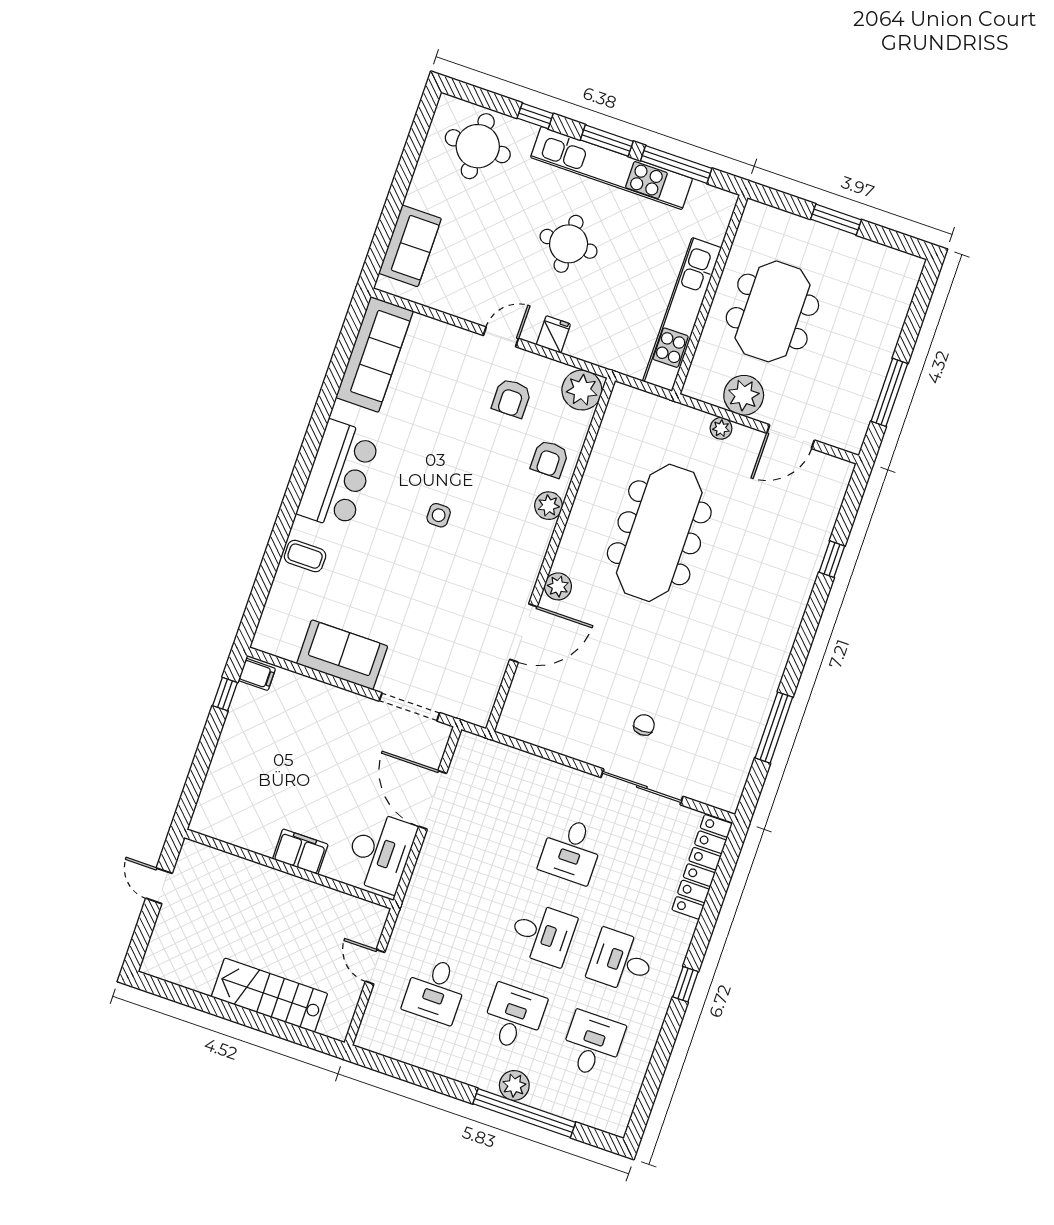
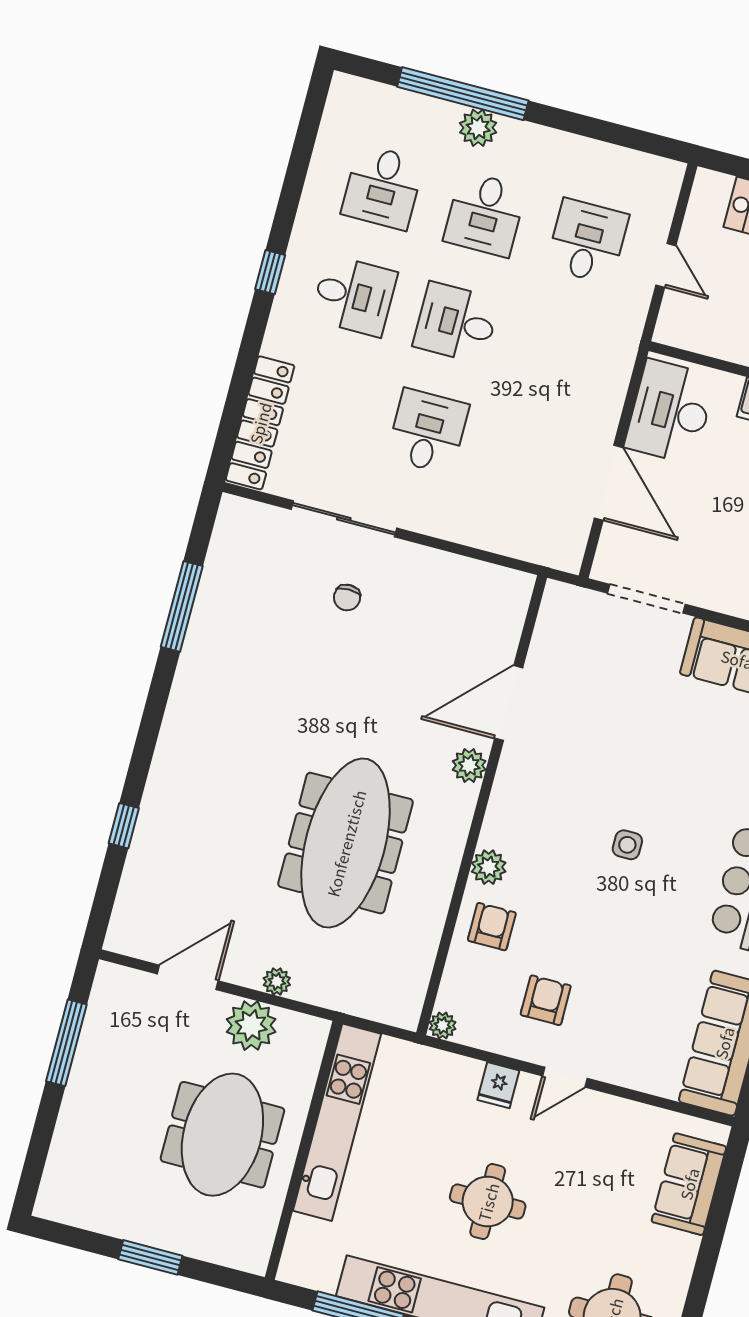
plant: (582, 390) -> (443, 1026), width x0.53, depth x0.53

